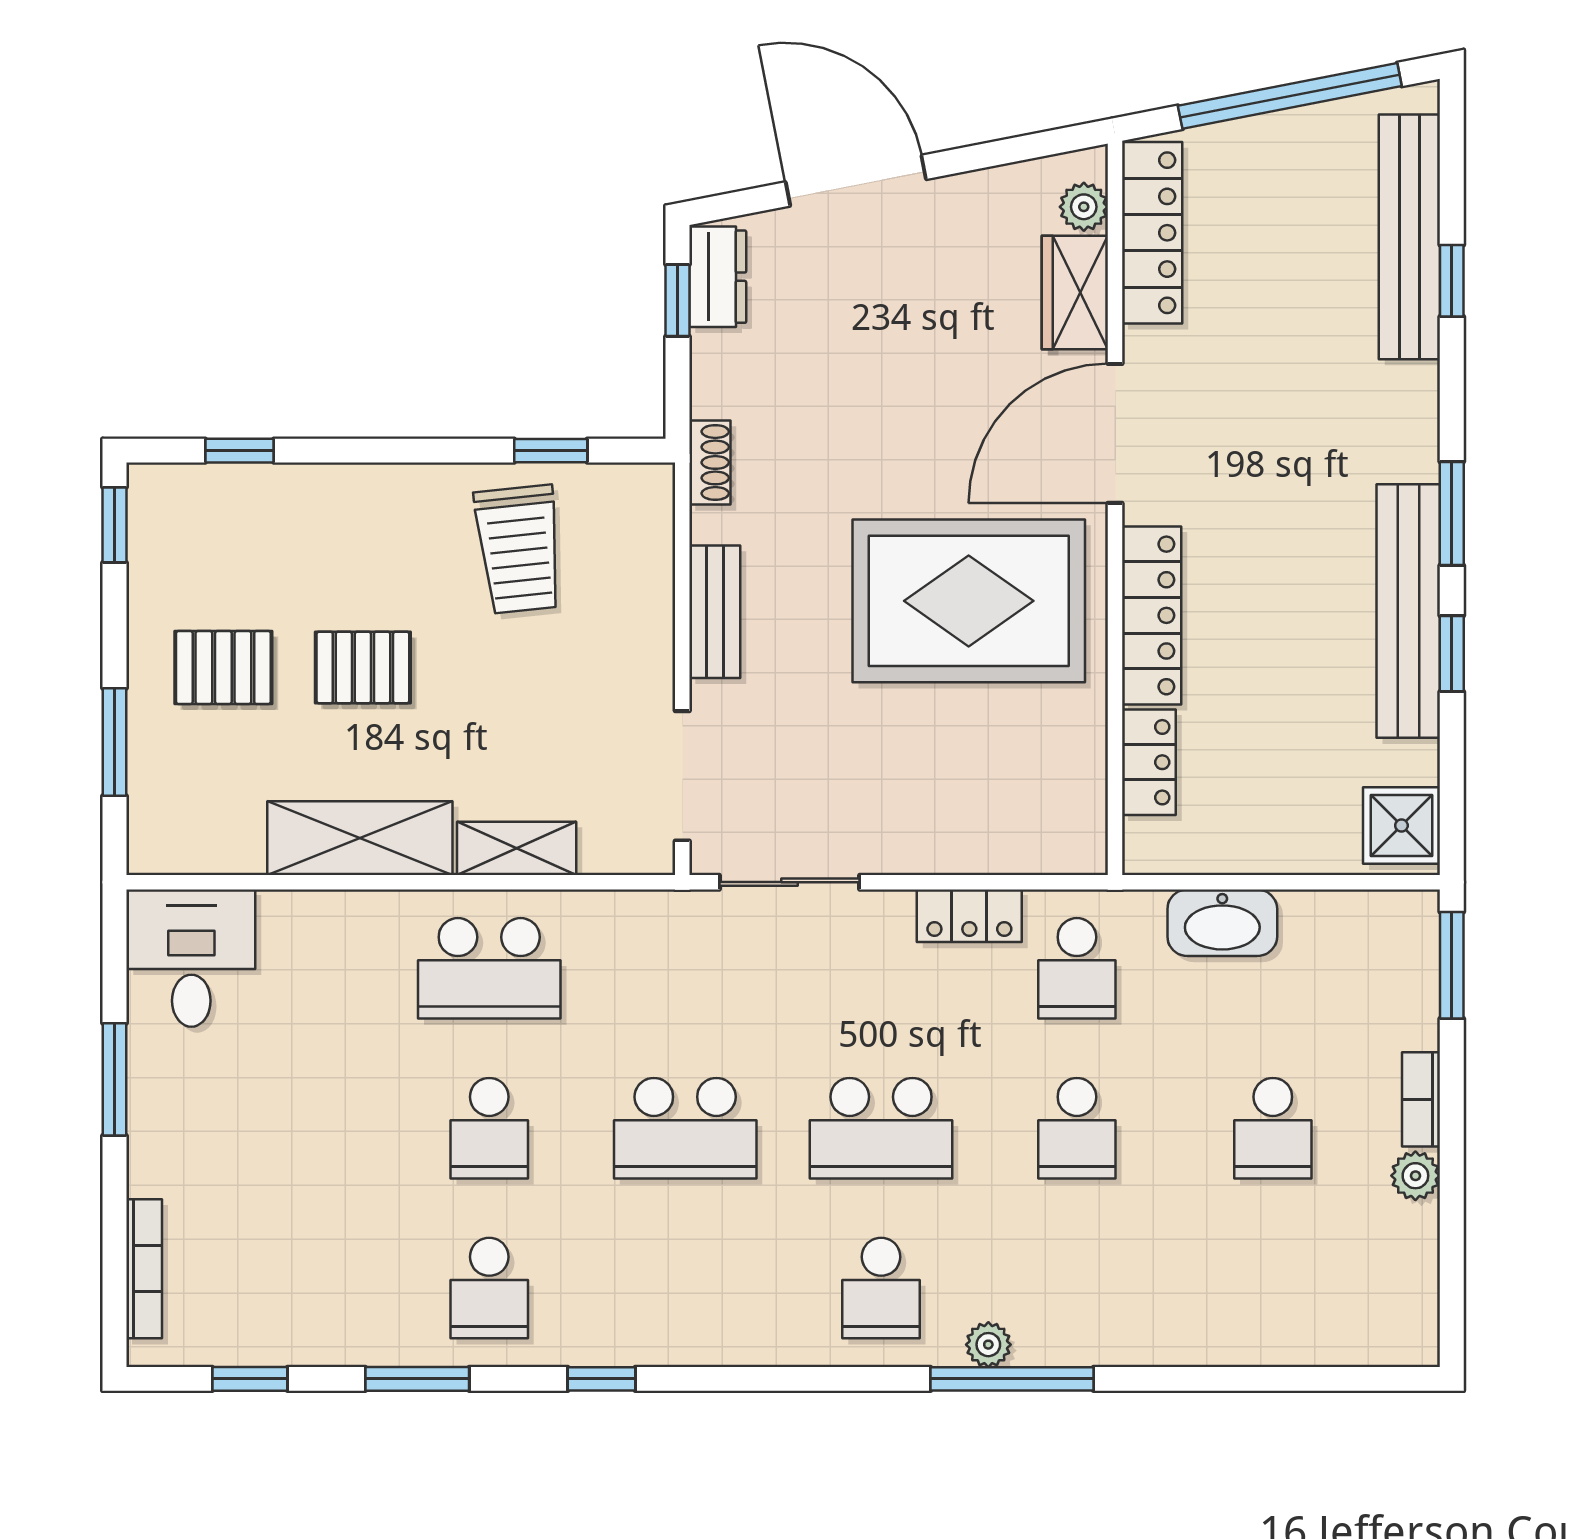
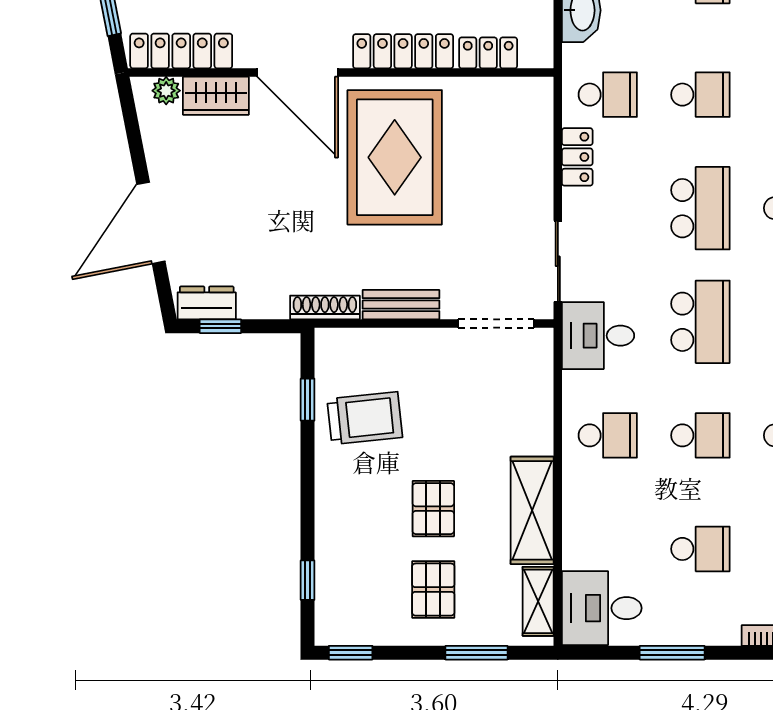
shoe rack: (710, 462) -> (325, 307), width x1.43
shelving: (517, 848) -> (538, 601), moved
desk: (661, 952) -> (598, 336), added
school desk: (489, 968) -> (608, 435), width x0.54
school desk: (293, 1128) -> (700, 549), added

